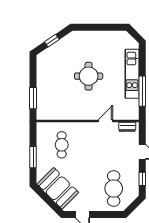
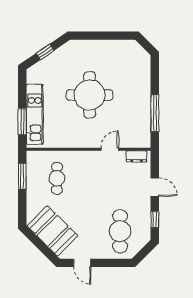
kitchen unit: (132, 74) -> (35, 114), moved, turned 180
round table: (89, 76) -> (90, 95), width x1.36, depth x1.36
window: (33, 157) -> (22, 176), moved

